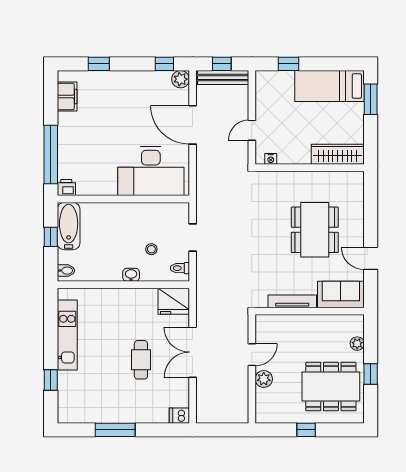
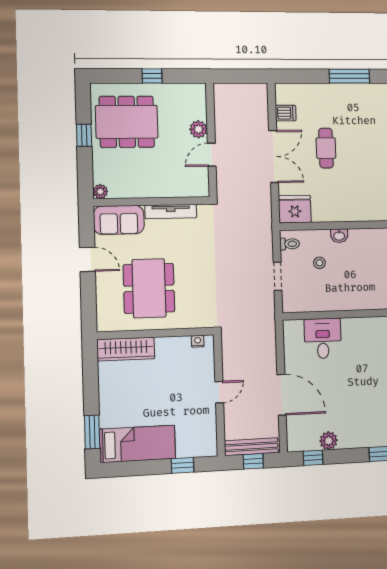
plant: (181, 79) -> (329, 441), moved
wardrobe: (338, 154) -> (126, 349), moved
nightstand: (271, 159) -> (198, 341), moved
wall: (310, 168) -> (156, 333), moved
desk: (151, 171) -> (323, 338), width x0.53, depth x0.77
plant: (357, 344) -> (100, 191), moved
dishwasher: (179, 416) -> (286, 113), moved

